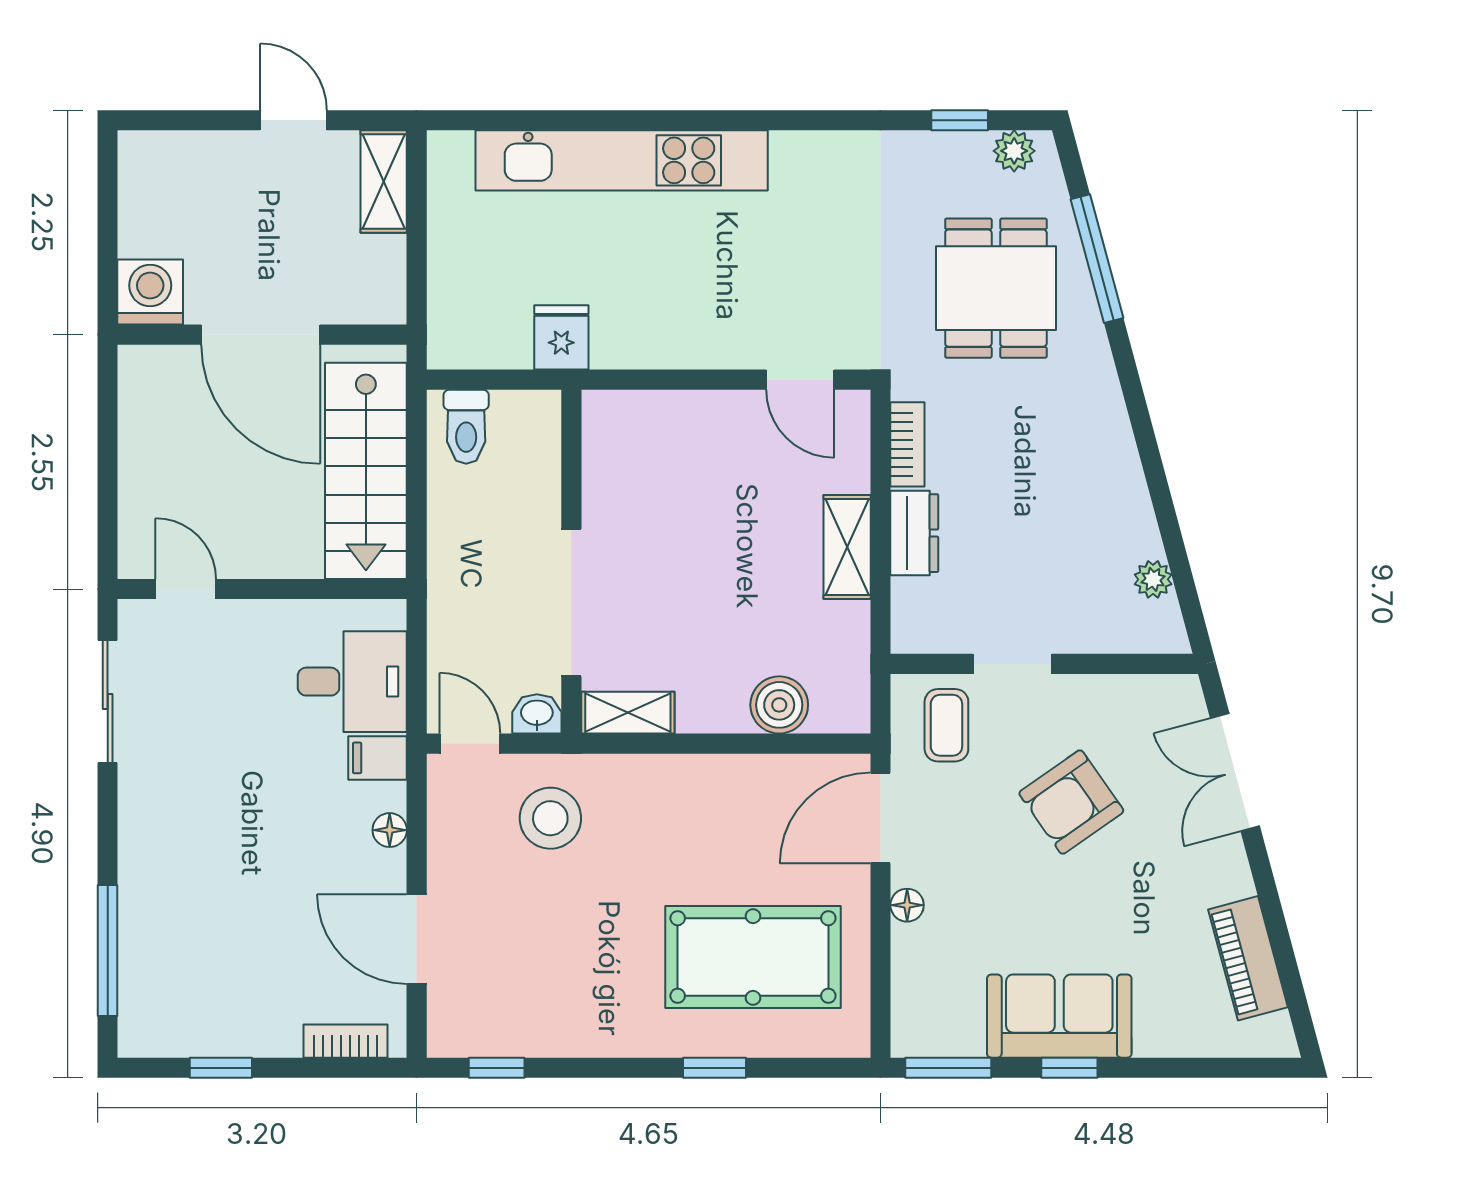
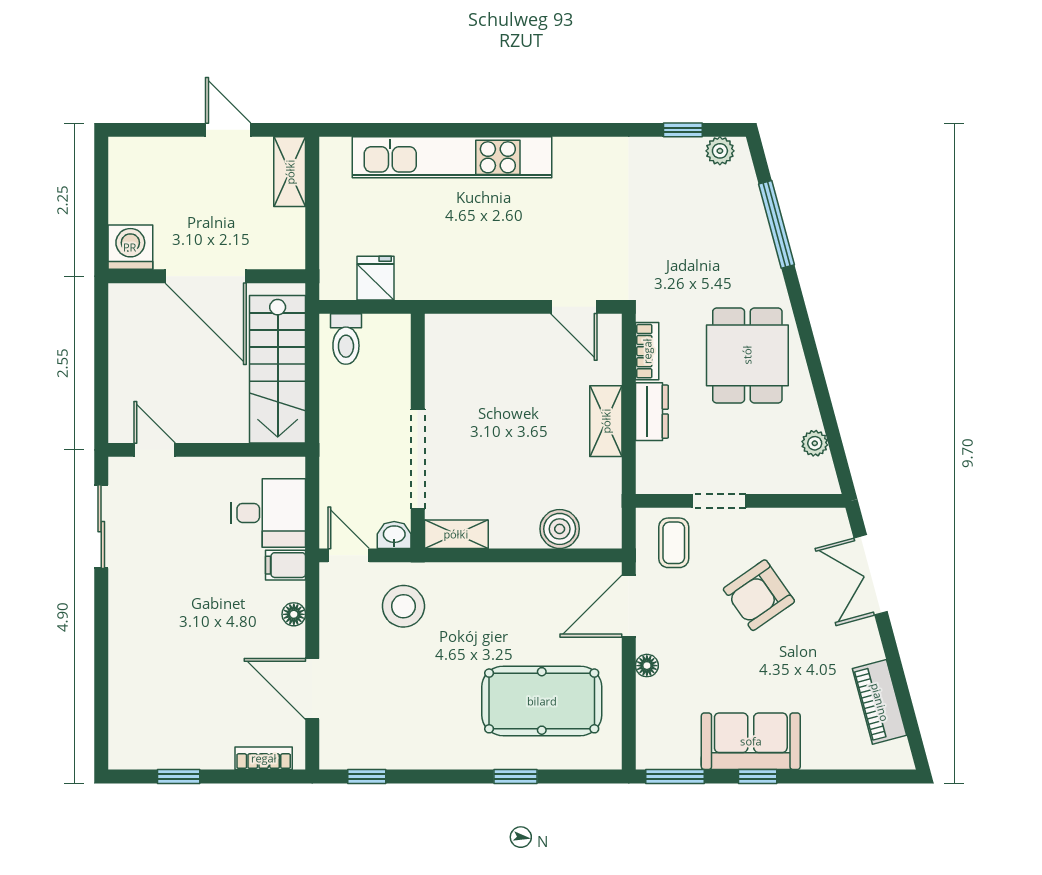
dining table: (996, 288) -> (747, 355), moved
fridge: (561, 337) -> (376, 278), moved
window: (108, 951) -> (101, 697), removed

